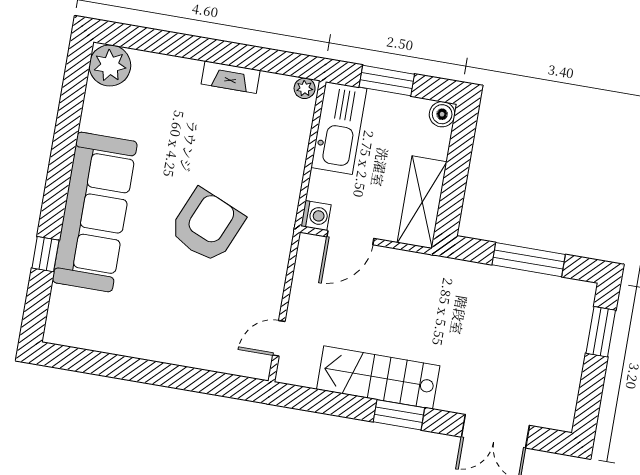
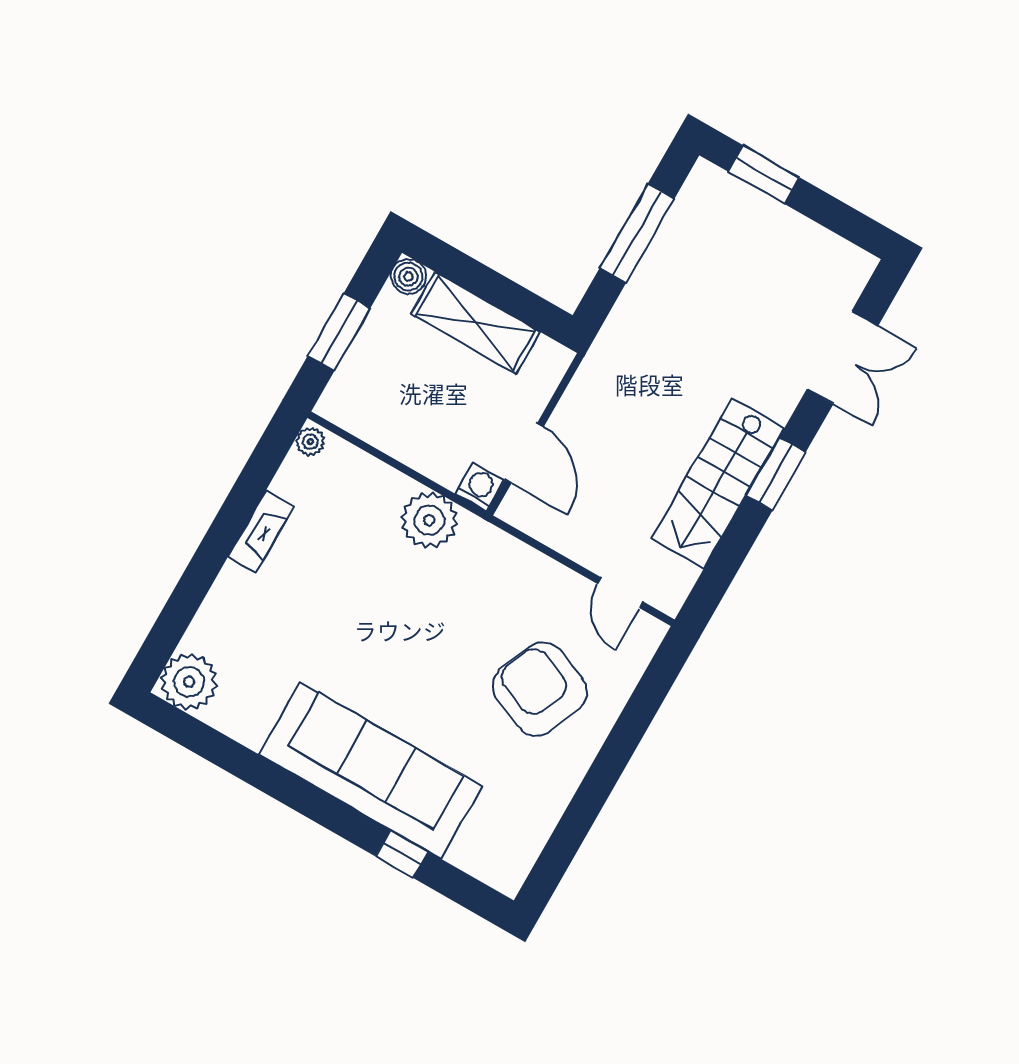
kitchen sink: (339, 128) -> (378, 416), removed
plant: (281, 189) -> (429, 520), added
shelving: (422, 202) -> (476, 323), moved
armchair: (207, 226) -> (540, 689), moved

